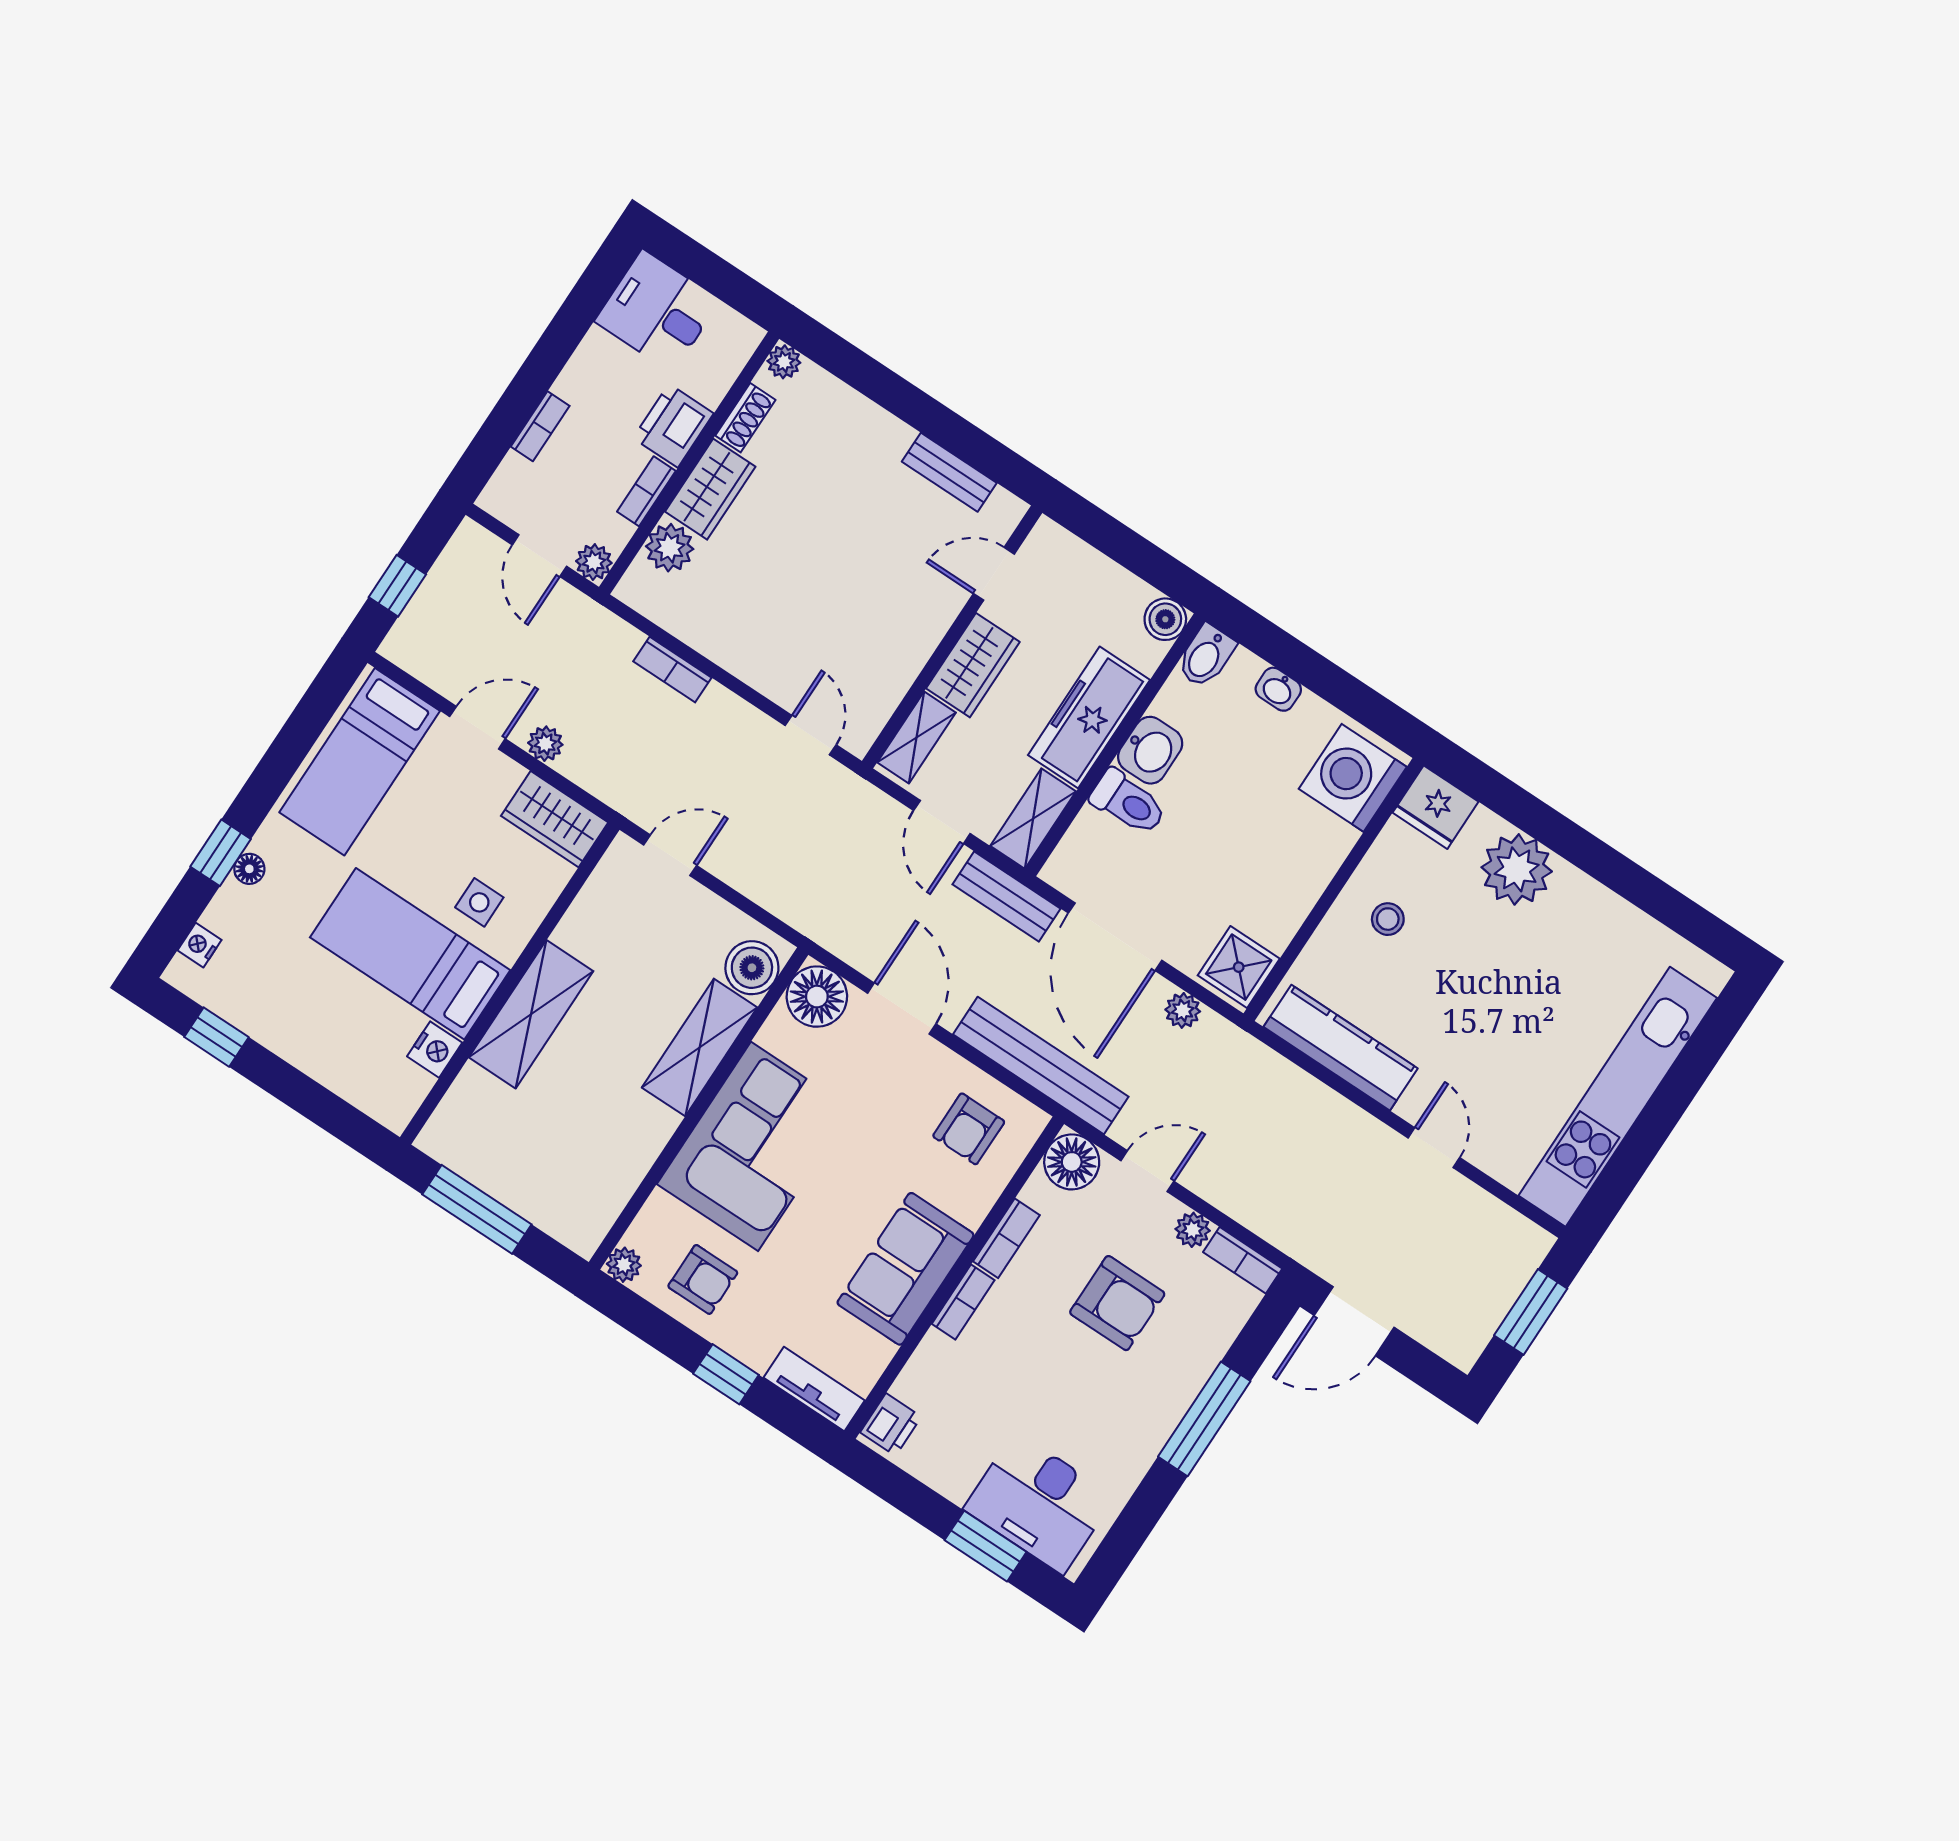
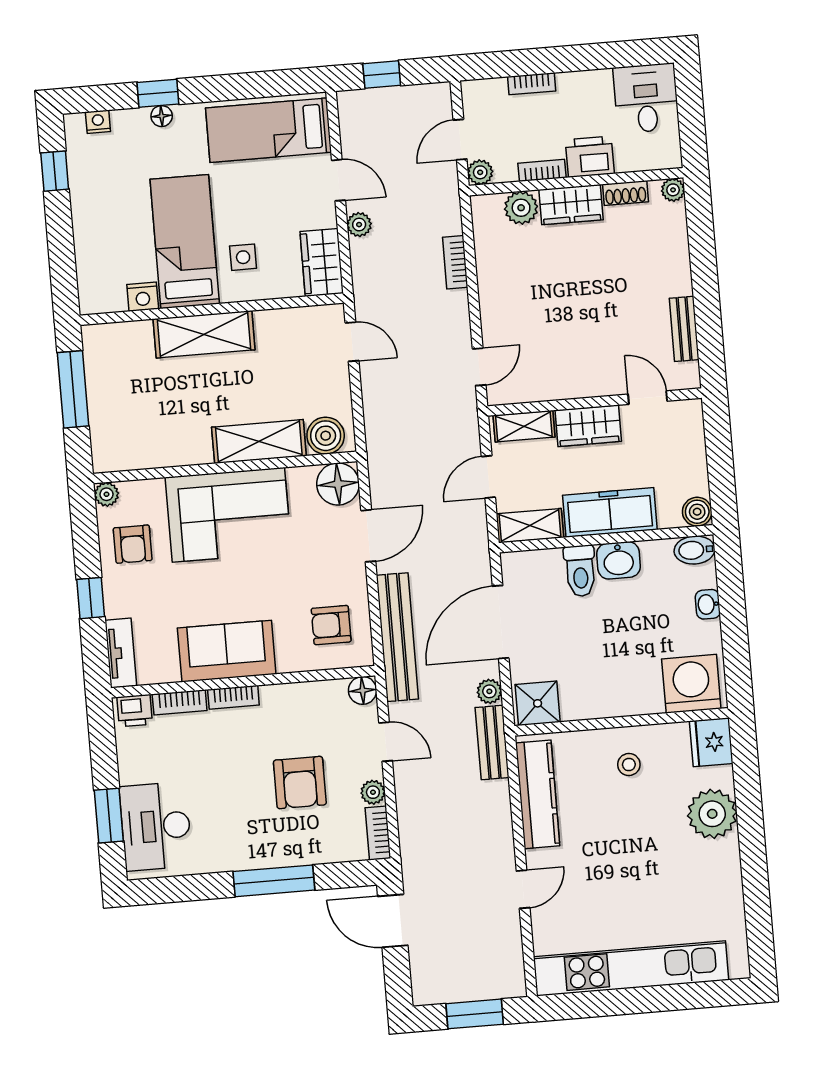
bench: (1007, 897) -> (492, 743), moved
floor lamp: (1072, 1162) -> (363, 690), width x0.73, depth x0.73
bookcase: (1006, 1238) -> (180, 702), moved

